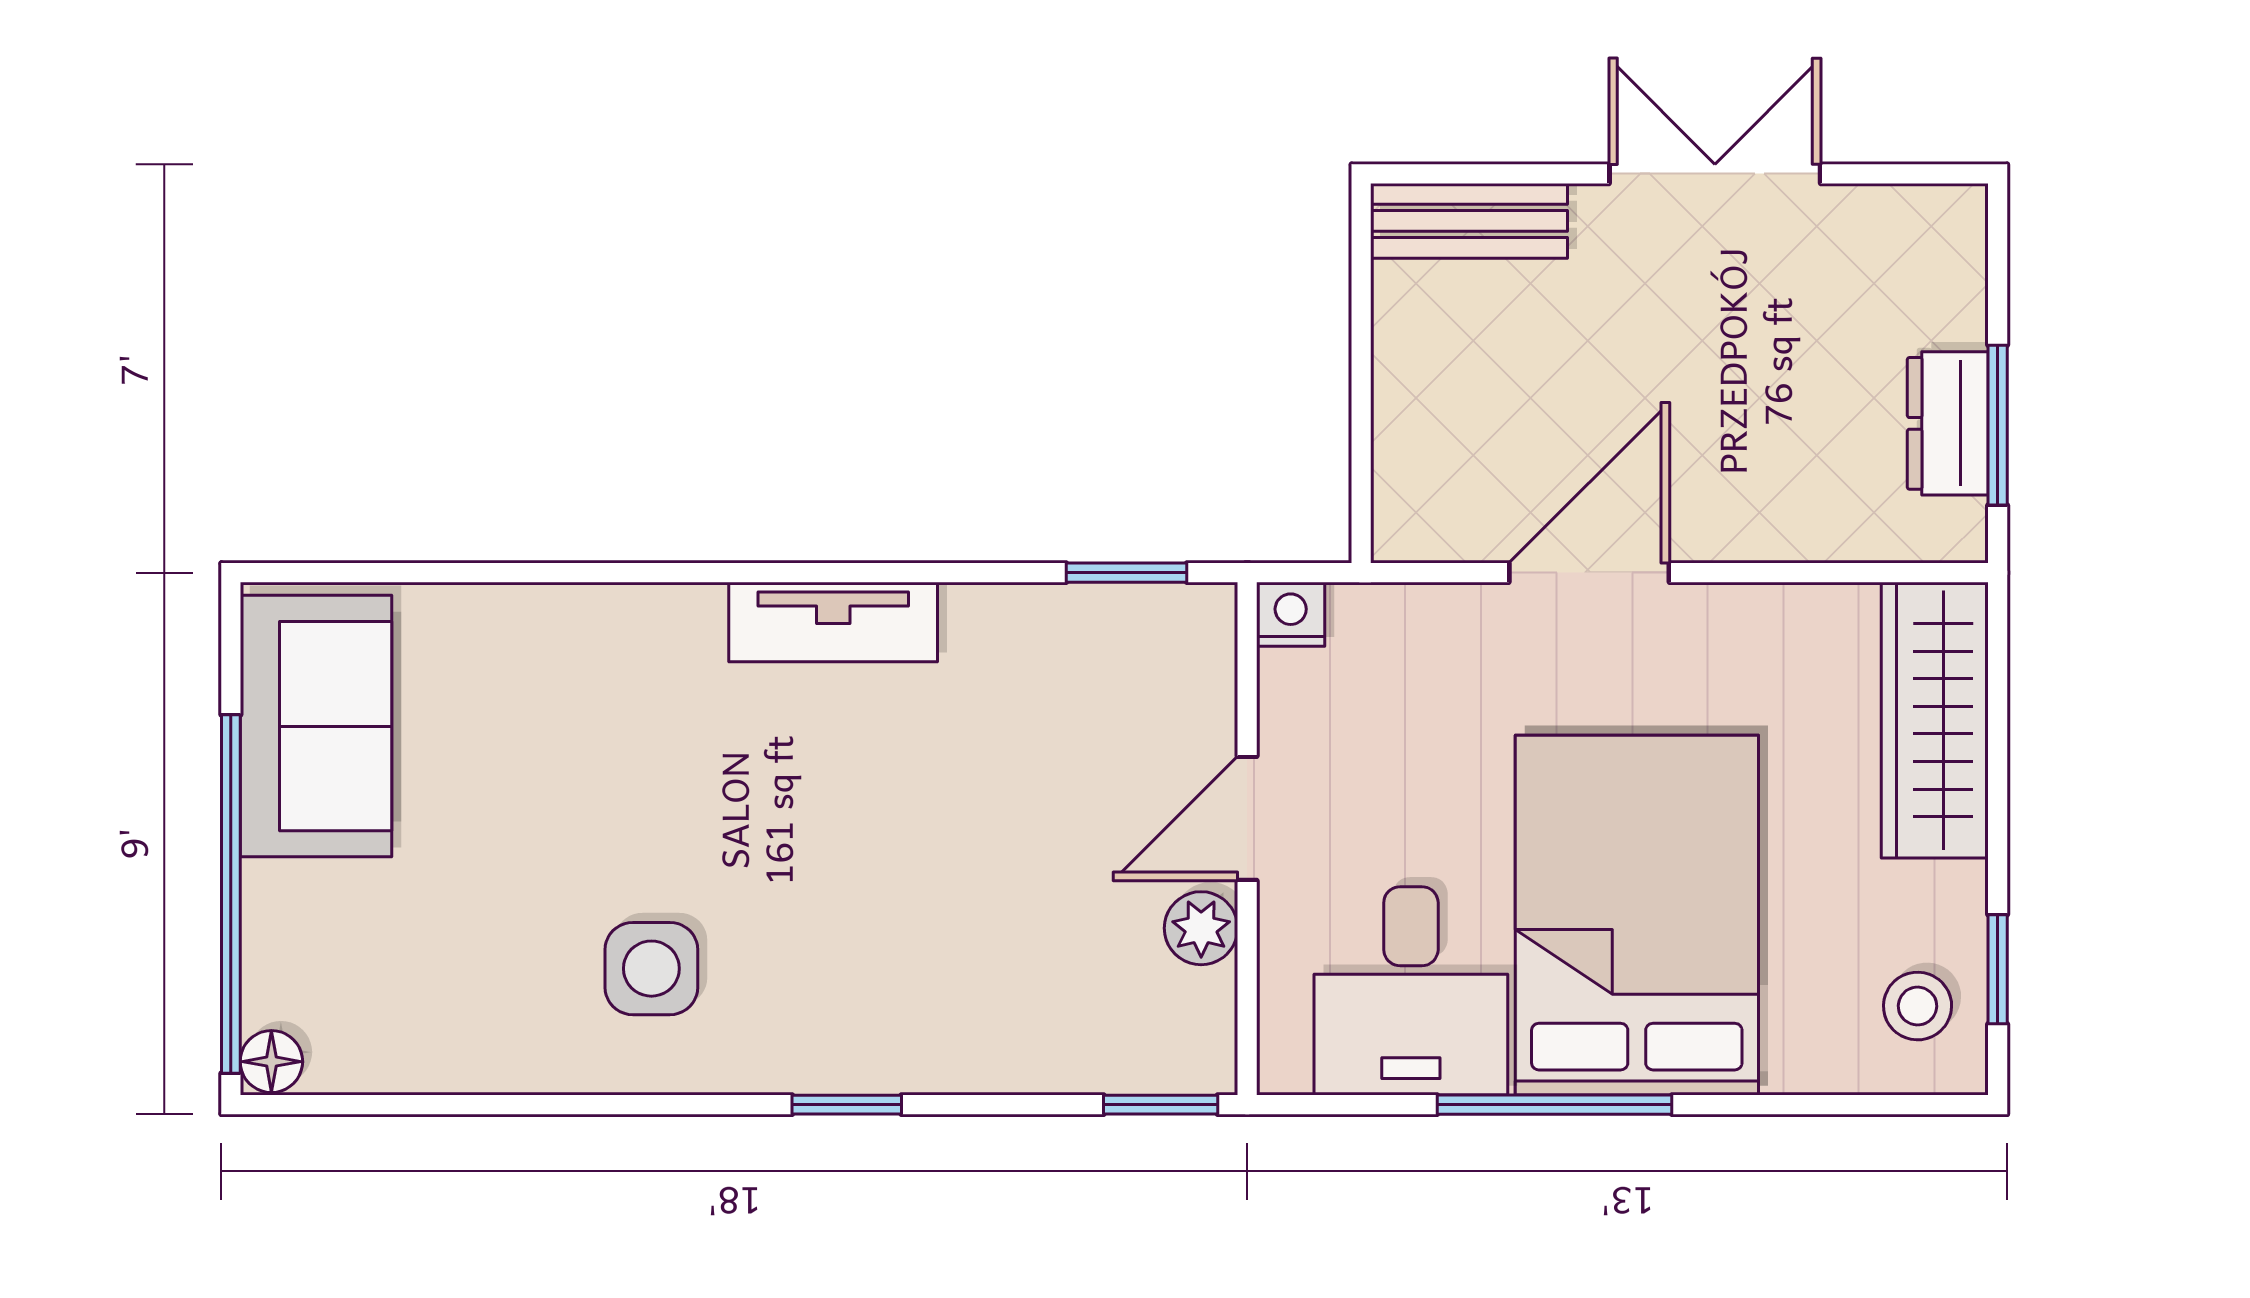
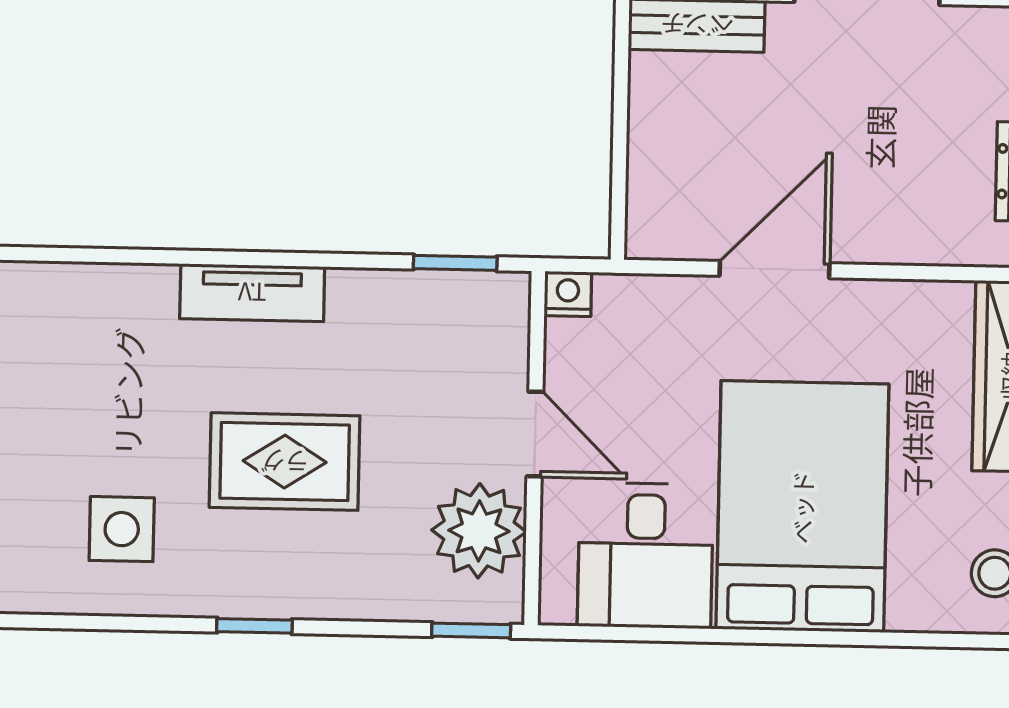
door: (1247, 818) -> (535, 434), swing flipped
rug: (885, 866) -> (285, 462), added
plant: (1201, 928) -> (479, 531), width x1.87, depth x1.87
window: (1555, 1105) -> (743, 636), removed

